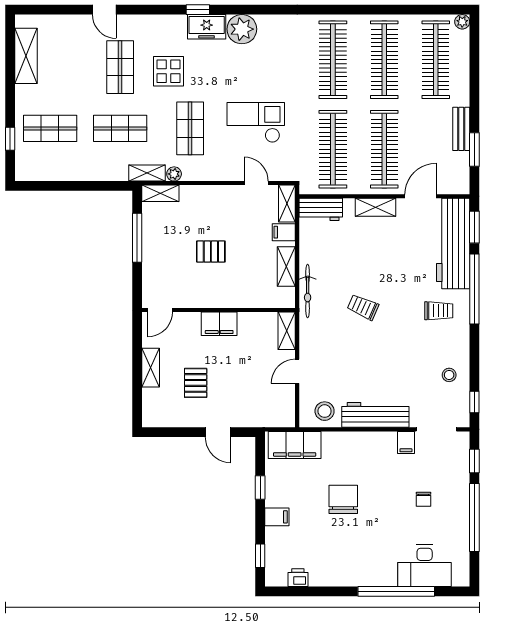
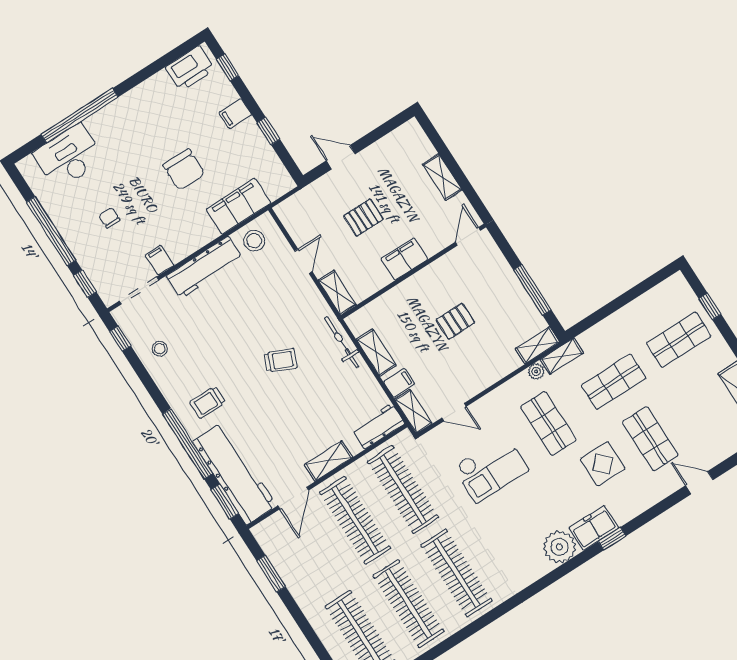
bench: (461, 129) -> (296, 585), removed
pallet: (196, 383) -> (363, 218), moved, turned 90
filing cabinet: (295, 445) -> (239, 206), moved
printer: (298, 578) -> (190, 68), width x1.87, depth x1.48

